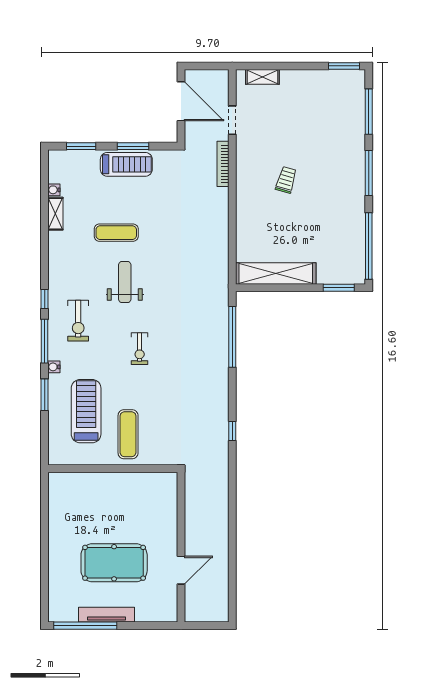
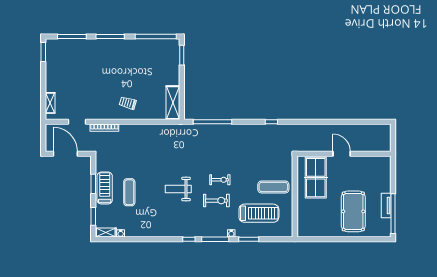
door: (181, 101) -> (65, 154), hinge flipped
trolley: (286, 180) -> (128, 103), moved
shelving: (55, 214) -> (106, 232), moved
exercise mat: (116, 233) -> (129, 192), moved
shelving: (276, 273) -> (173, 103), width x0.68
exercise bike: (78, 321) -> (216, 201), moved
treadmill: (86, 411) -> (259, 213), turned 180
table tennis table: (143, 502) -> (316, 178), added
pool table: (114, 563) -> (353, 211), moved
door: (181, 570) -> (342, 154), moved
tv unit: (107, 615) -> (386, 205), width x0.71

